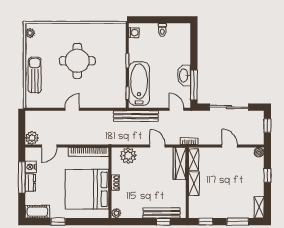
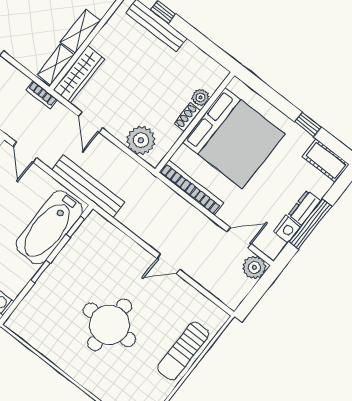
plant: (116, 213) -> (201, 97), moved

